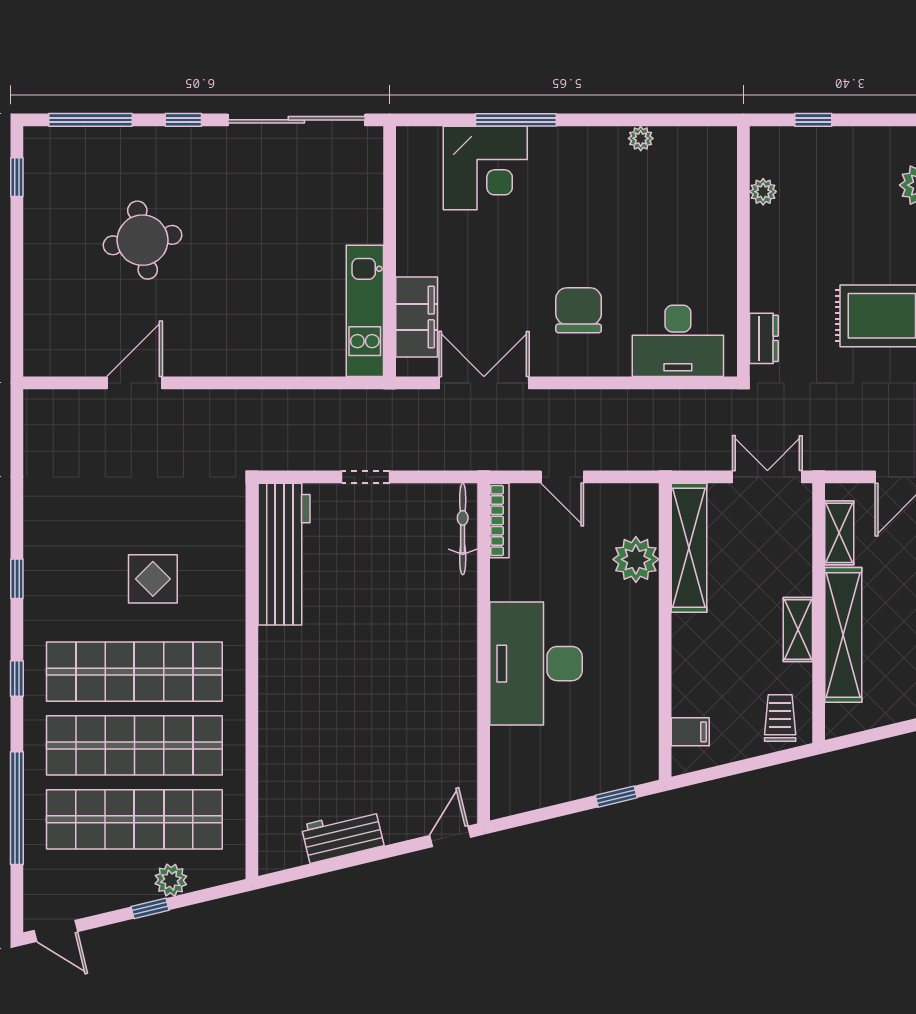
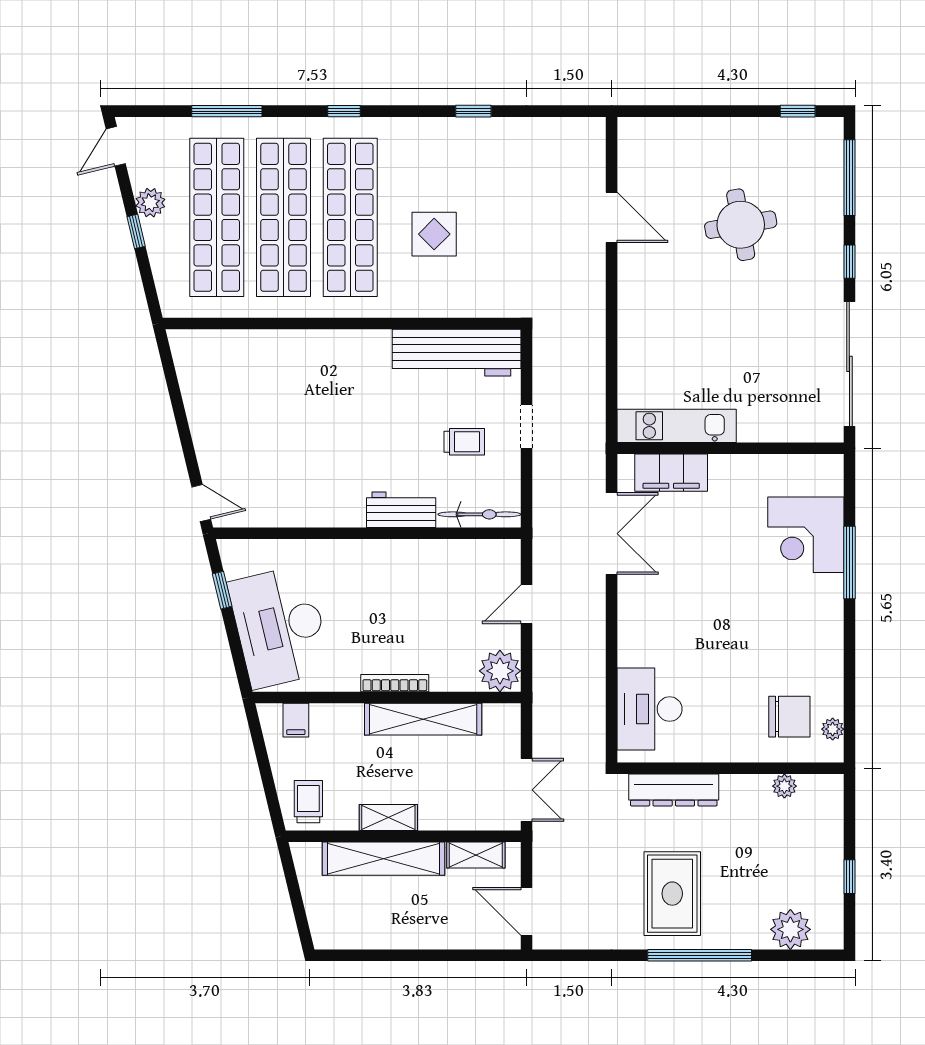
window: (813, 120) -> (849, 877), moved
plant: (641, 138) -> (833, 729), moved
chair: (579, 310) -> (789, 717), moved
dresser: (764, 338) -> (674, 790), width x1.96, depth x1.24
bookcase: (499, 521) -> (395, 683), moved, turned 180
trolley: (382, 546) -> (464, 442), added
shelving: (689, 548) -> (423, 719), moved
plant: (636, 559) -> (500, 671), moved
window: (17, 579) -> (473, 111), moved
desk: (536, 664) -> (280, 627), moved, turned -103
trolley: (780, 718) -> (308, 802), turned -90
window: (616, 797) -> (222, 590), moved
window: (17, 808) -> (227, 111), width x0.68
workbench: (343, 835) -> (401, 510), moved, turned -77
plant: (171, 880) -> (150, 203), moved

